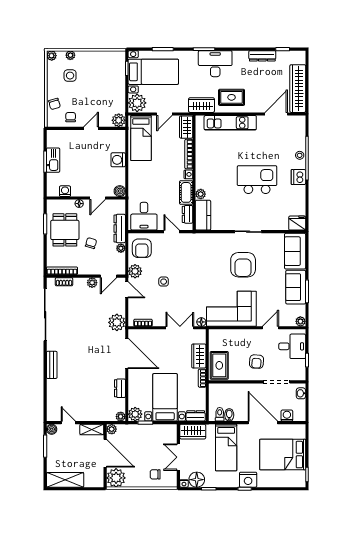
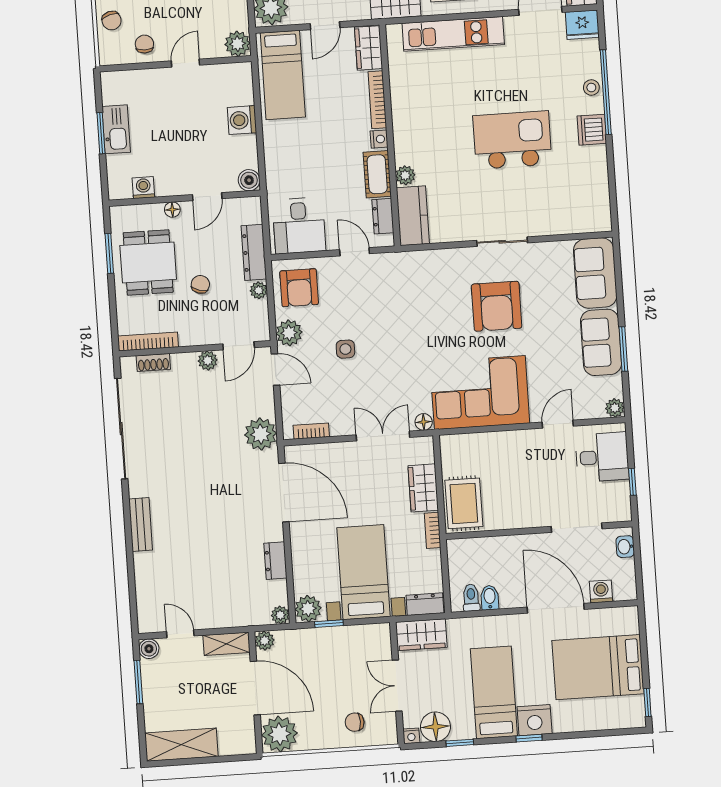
fridge: (297, 223) -> (582, 25), moved, turned 180
armchair: (257, 362) -> (535, 491), removed
bed: (226, 448) -> (494, 692), moved, turned 180

